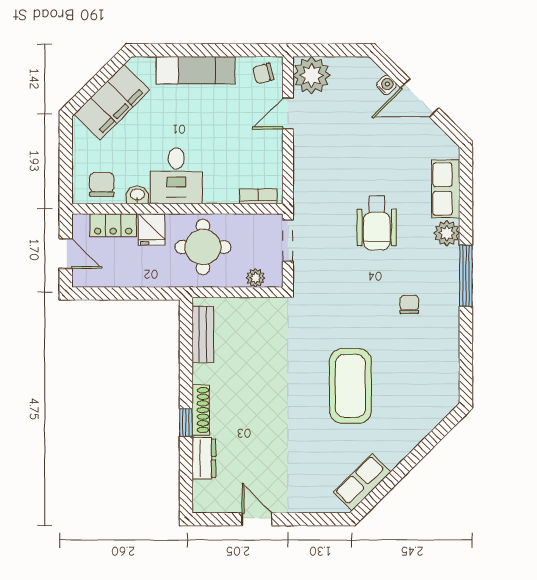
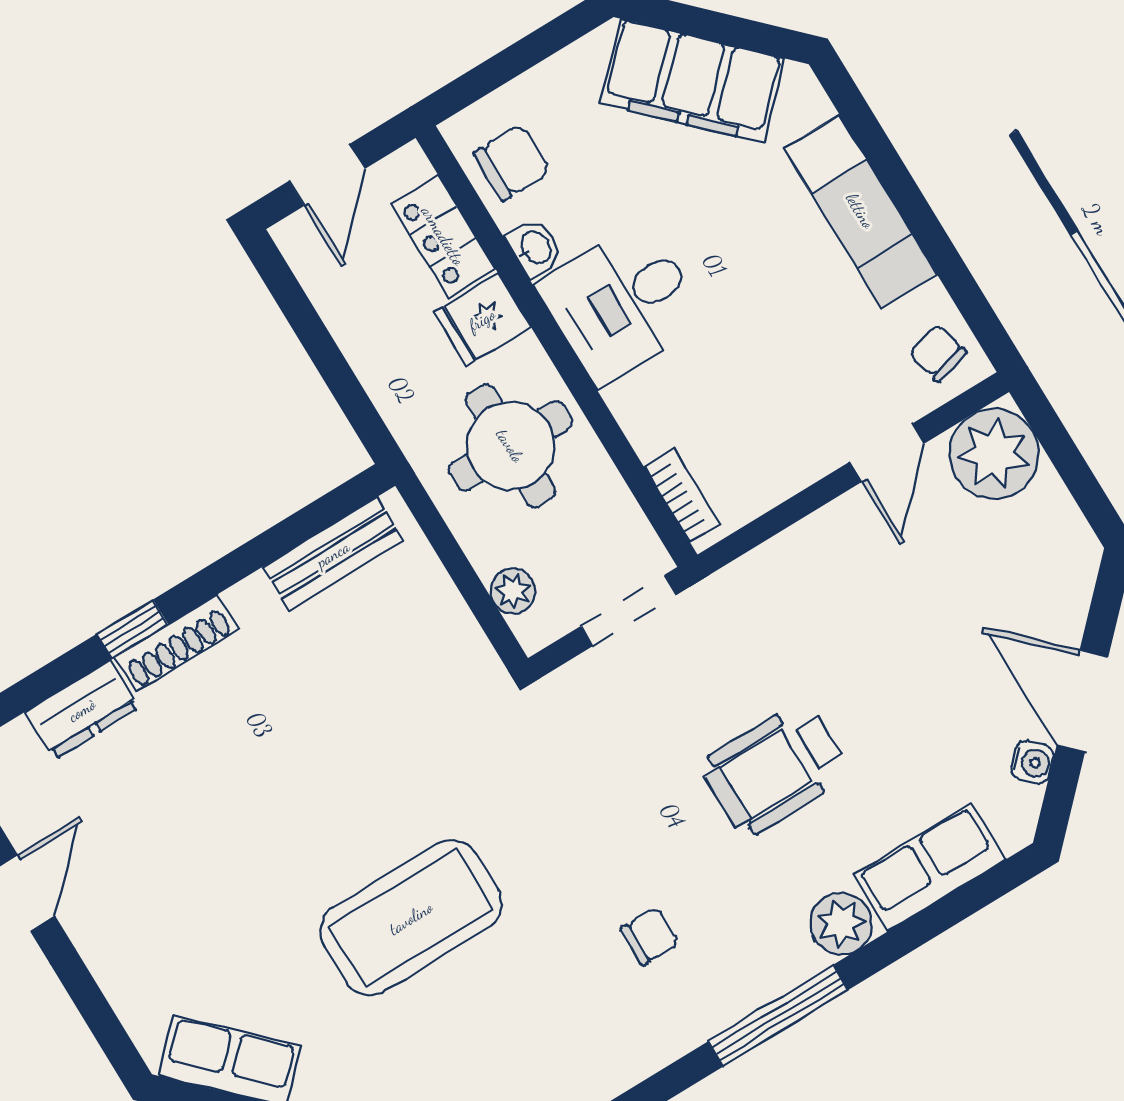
water cooler: (386, 85) -> (1032, 762), moved
door: (288, 113) -> (887, 453), swing flipped

